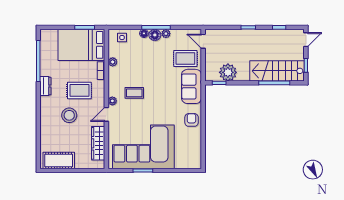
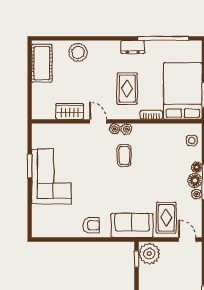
door: (203, 41) -> (187, 240), hinge flipped
plant: (113, 62) -> (127, 129), moved
plant: (228, 72) -> (149, 254), moved
stool: (69, 115) -> (78, 52), moved
wardrobe: (98, 143) -> (70, 111), width x0.67
corner sofa: (143, 147) -> (51, 176), width x0.73, depth x0.74

